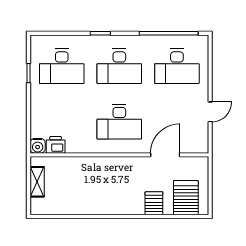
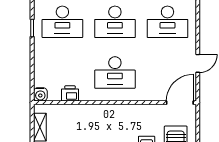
printer: (56, 145) -> (70, 93), moved
door: (165, 155) -> (180, 103), moved

